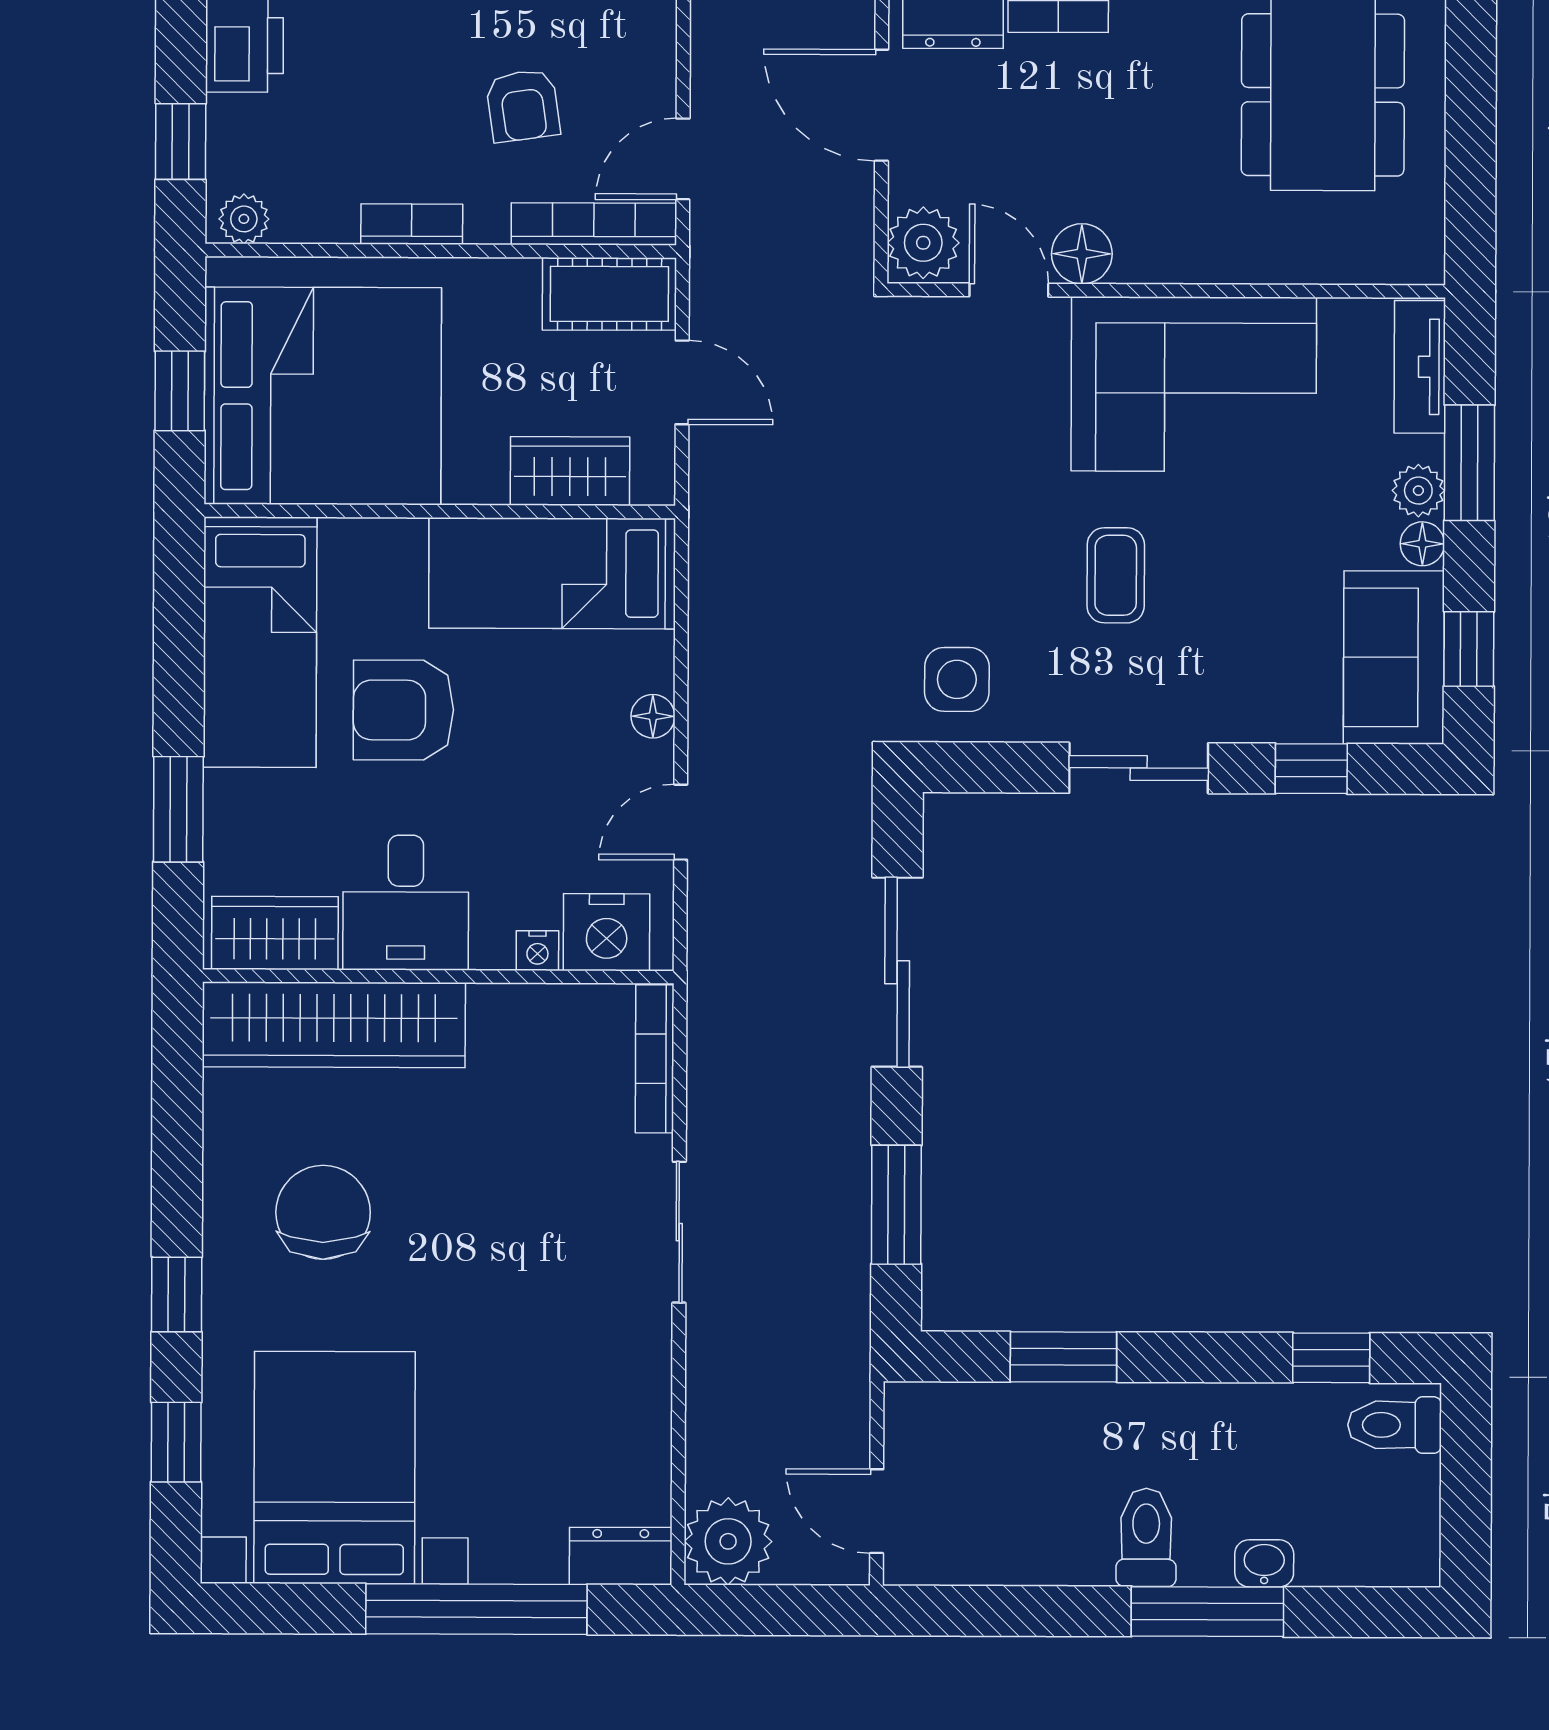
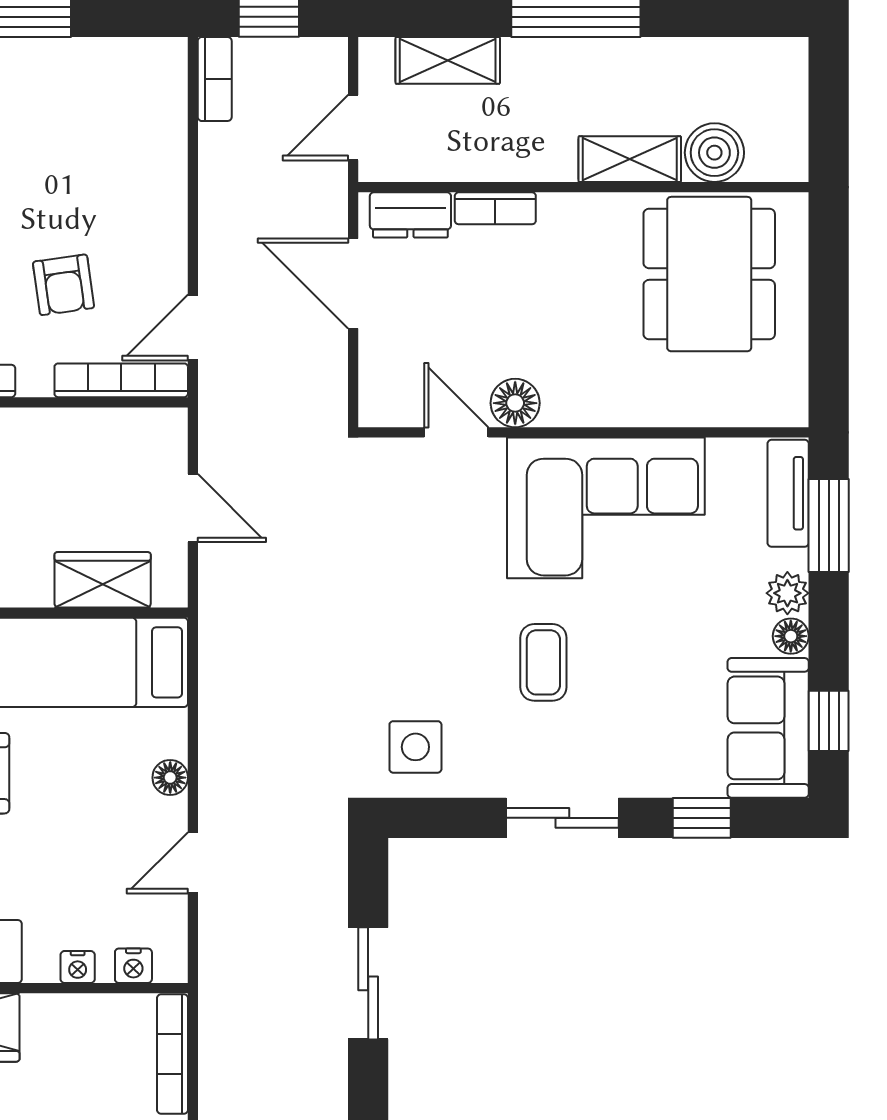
plant: (923, 243) -> (387, 395), removed
cot: (609, 294) -> (134, 437), removed
window: (1469, 463) -> (829, 526), moved
nightstand: (607, 932) -> (133, 966), width x0.53, depth x0.56
sliding door: (897, 972) -> (368, 983), width x0.73

